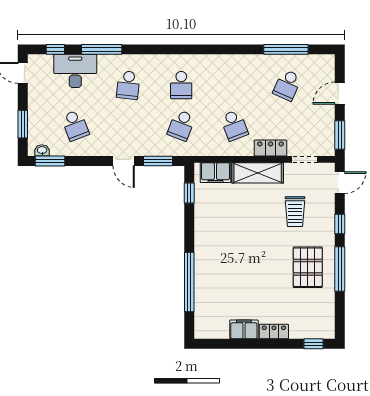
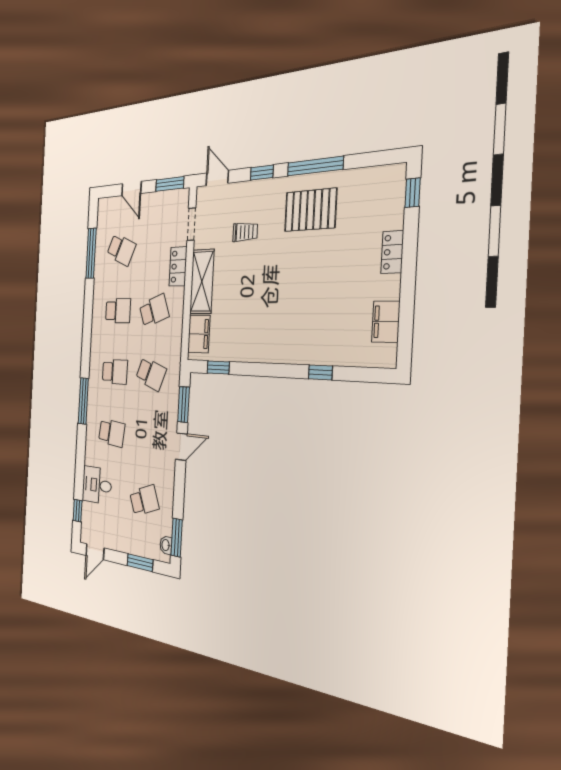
window: (102, 49) -> (83, 401), moved
desk: (75, 71) -> (97, 485), width x0.73
school desk: (234, 85) -> (118, 311), added
trolley: (295, 212) -> (245, 232), width x0.73, depth x0.72
window: (189, 282) -> (320, 372), width x0.32
filing cabinet: (244, 329) -> (386, 322), moved

